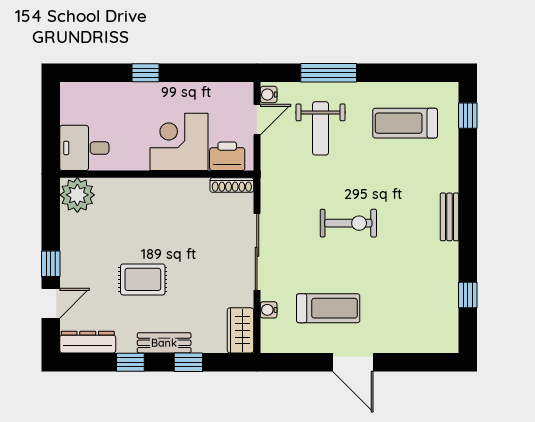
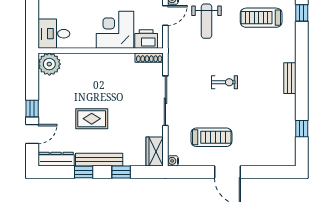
exercise bike: (348, 223) -> (225, 82), width x0.73, depth x0.72
water cooler: (269, 310) -> (173, 161), moved
bench: (164, 343) -> (99, 160), width x1.36

